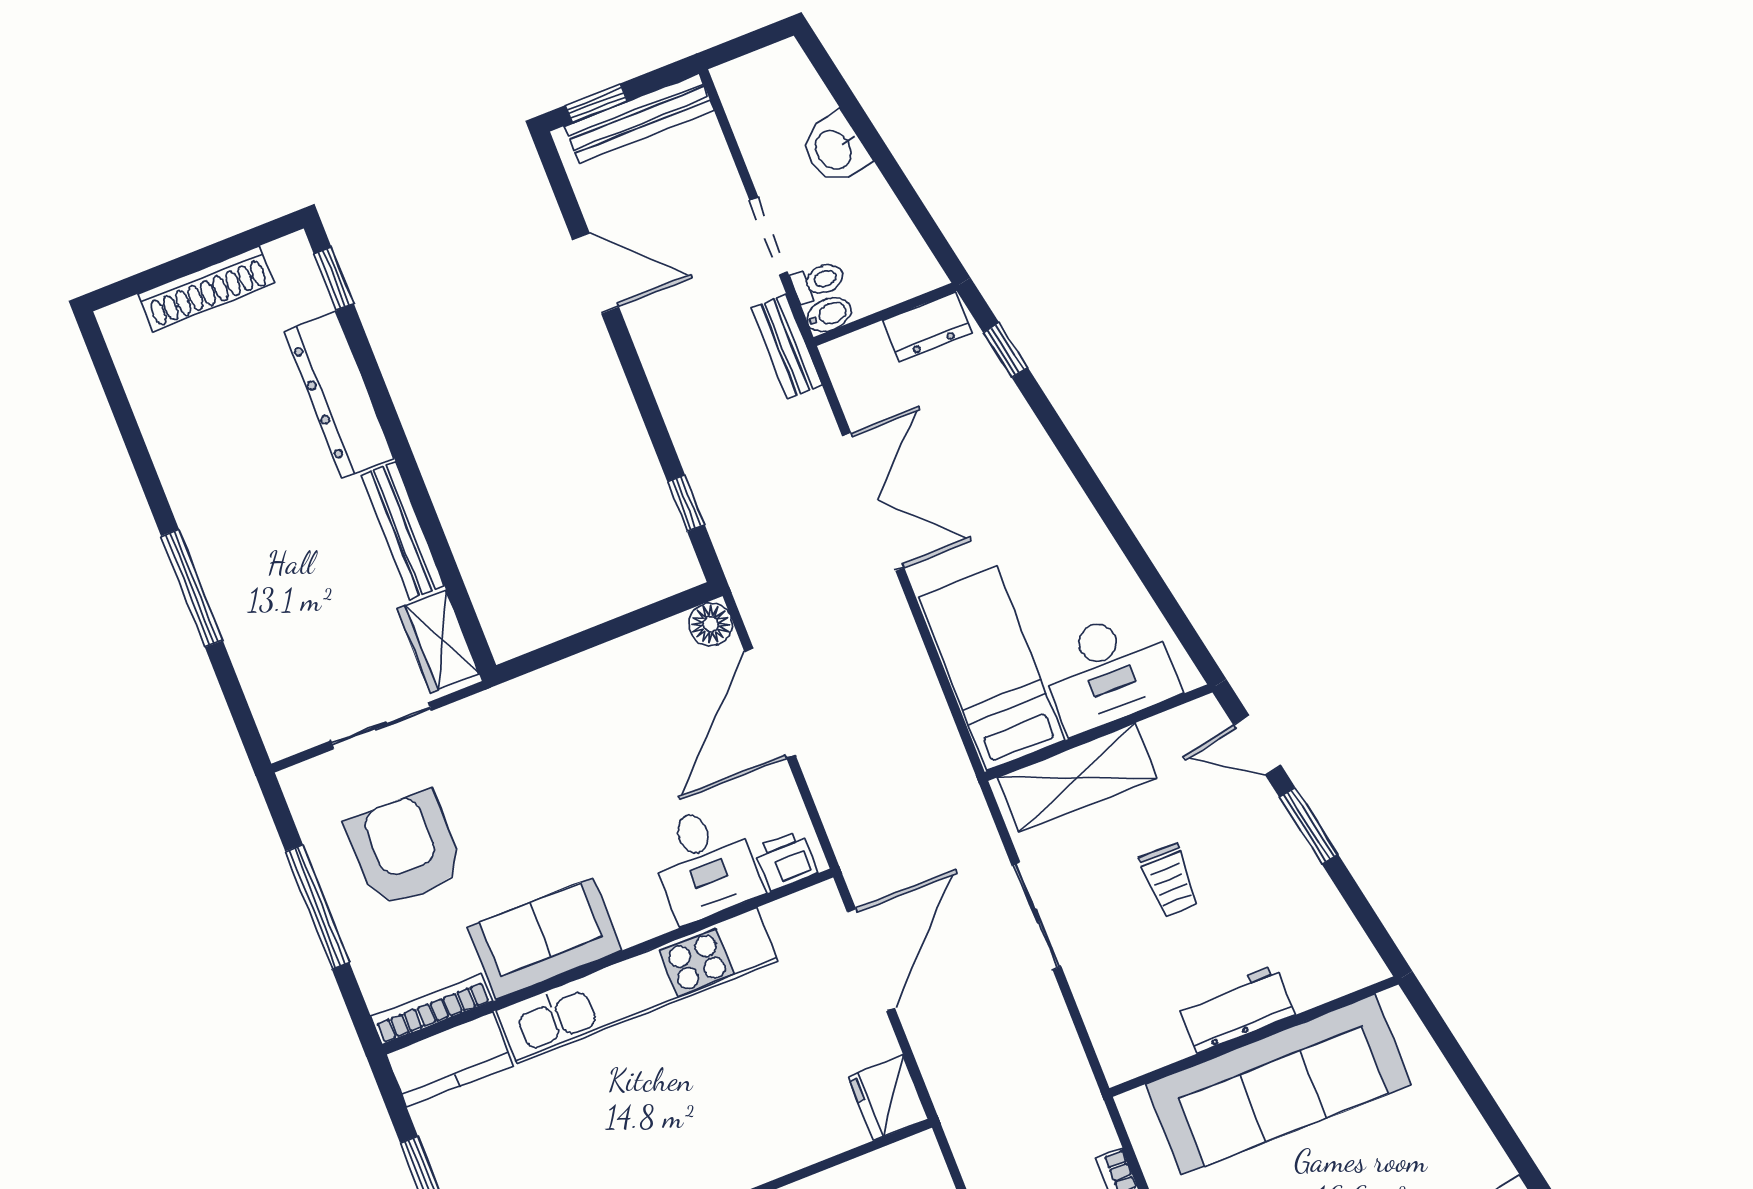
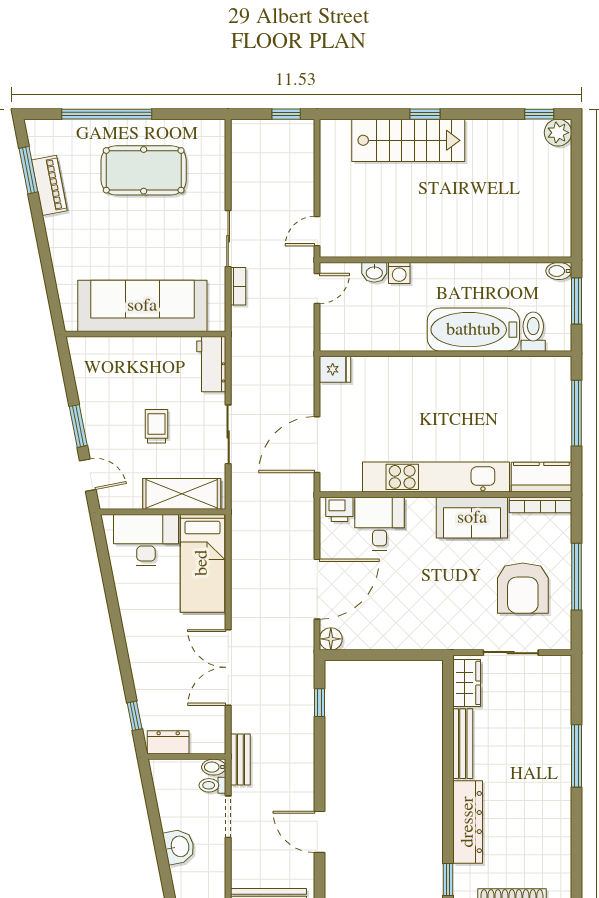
workbench: (1236, 1009) -> (211, 364), moved, turned 90
fridge: (888, 1098) -> (335, 369), width x0.72

